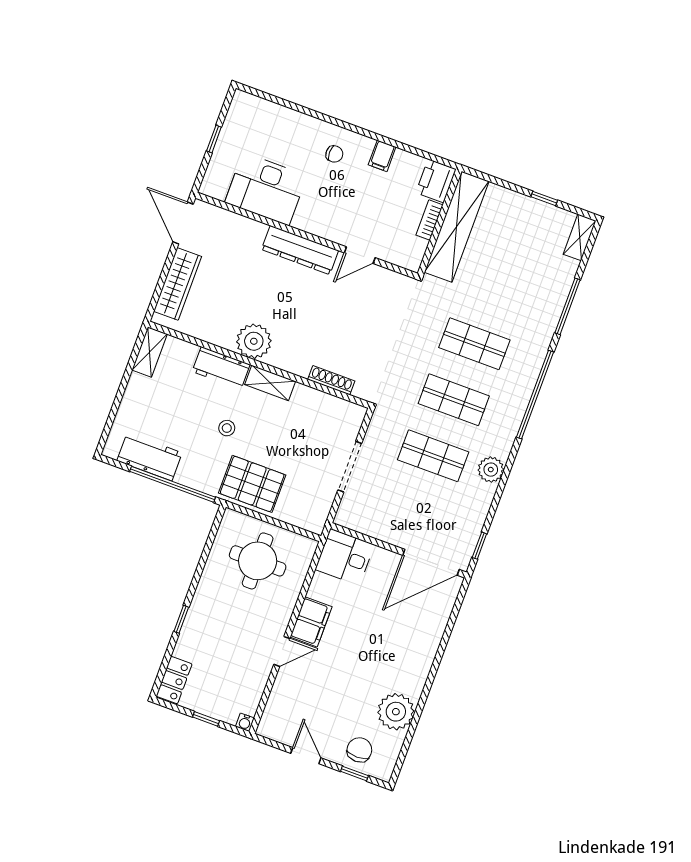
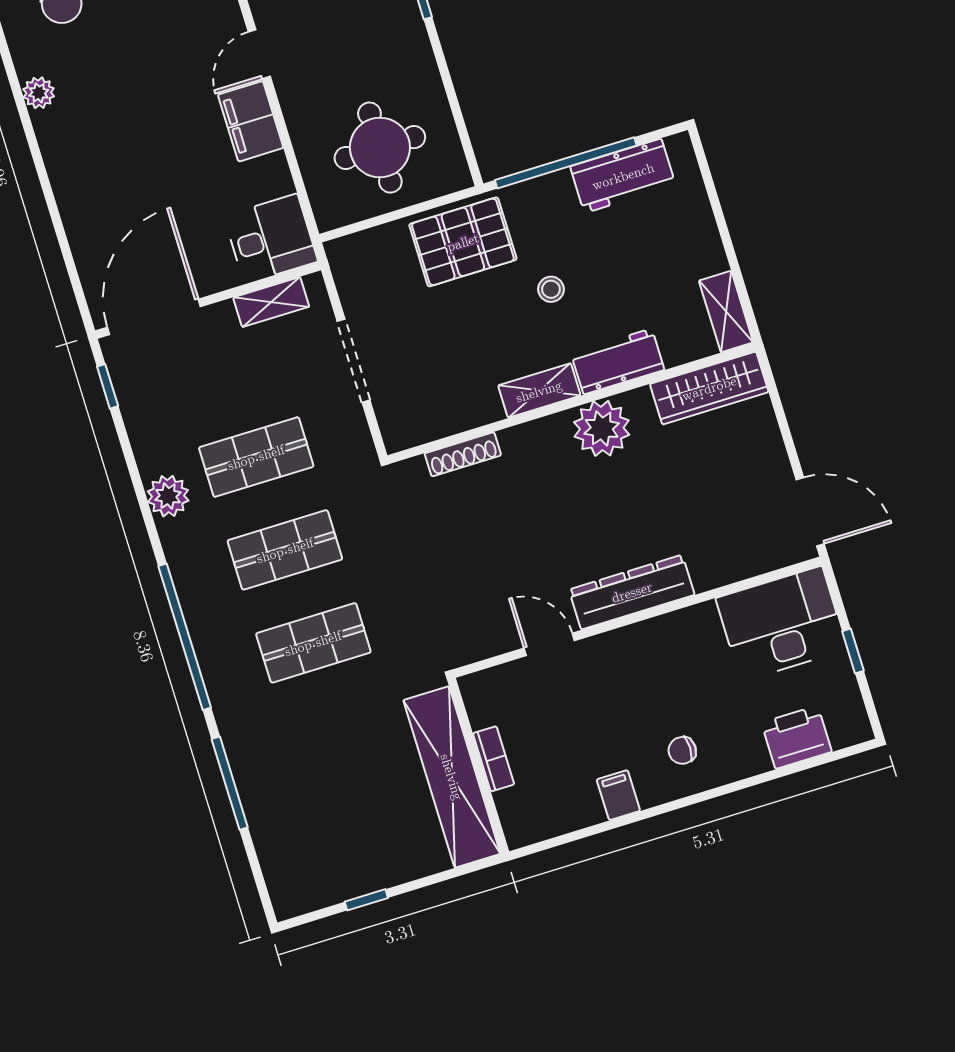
printer: (436, 181) -> (797, 737), moved, turned -90
desk: (266, 189) -> (781, 624), moved
shelving: (580, 237) -> (271, 302), moved, turned 90
door: (360, 255) -> (549, 644), hinge flipped
wardrobe: (178, 284) -> (709, 388), moved, turned -90
plant: (396, 712) -> (39, 93), width x0.53, depth x0.53

